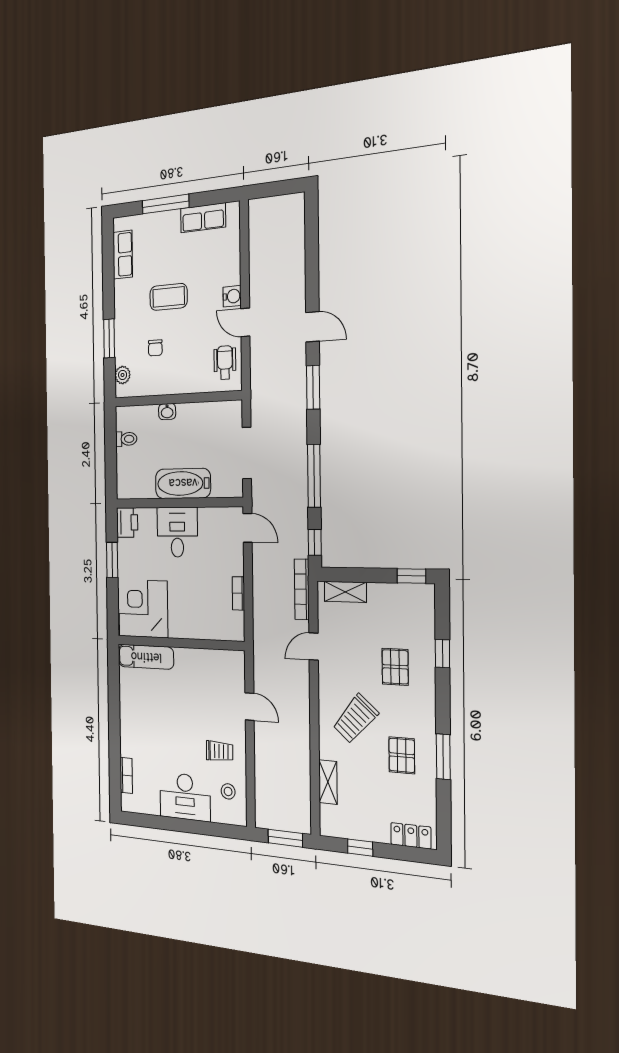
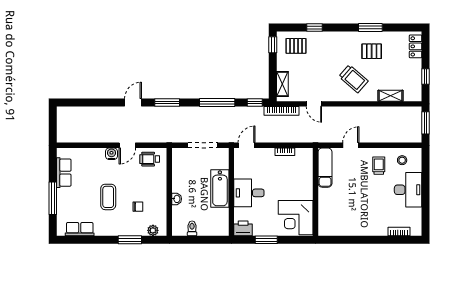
exam couch: (146, 657) -> (325, 168), moved
pallet: (395, 667) -> (296, 46), moved

